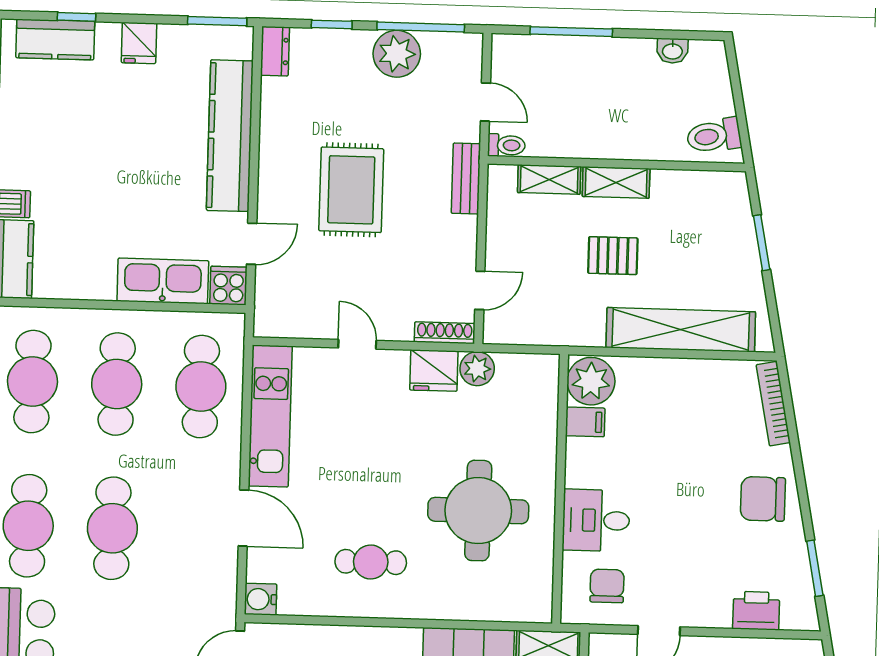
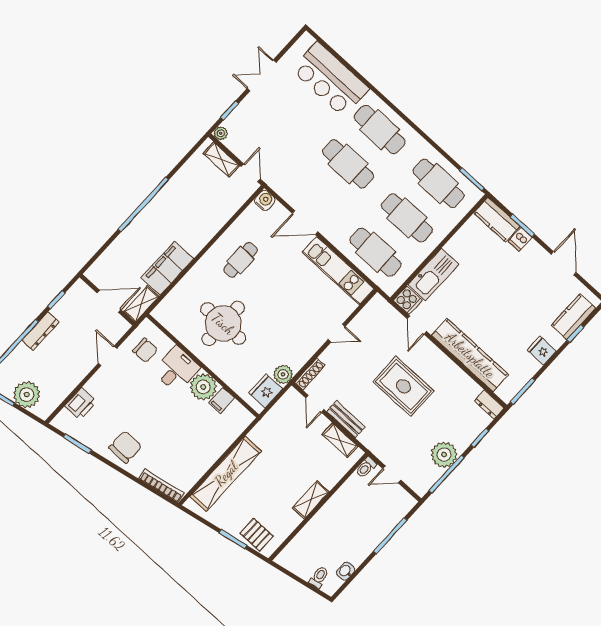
toilet: (714, 136) -> (319, 577), moved, width x0.73, depth x0.72
bench: (466, 179) -> (346, 419), moved
shelving: (549, 180) -> (340, 440), moved, turned 90
pallet: (613, 256) -> (257, 535), moved, turned 90
fridge: (434, 371) -> (266, 391), moved
plant: (591, 381) -> (203, 387), moved

